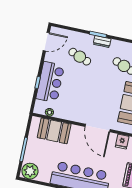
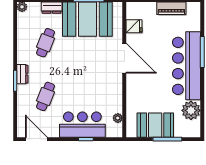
door: (98, 128) -> (124, 58), hinge flipped
booth: (54, 131) -> (155, 125), moved, turned 90
plant: (30, 171) -> (191, 110), moved

